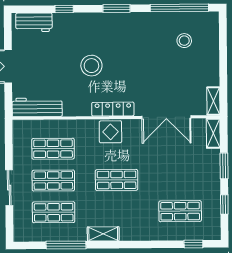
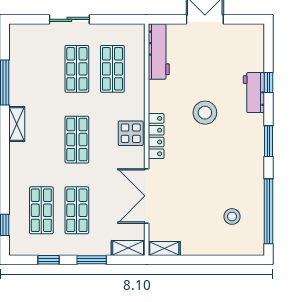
workbench: (34, 22) -> (254, 93), moved
shop shelf: (54, 212) -> (77, 210), moved

